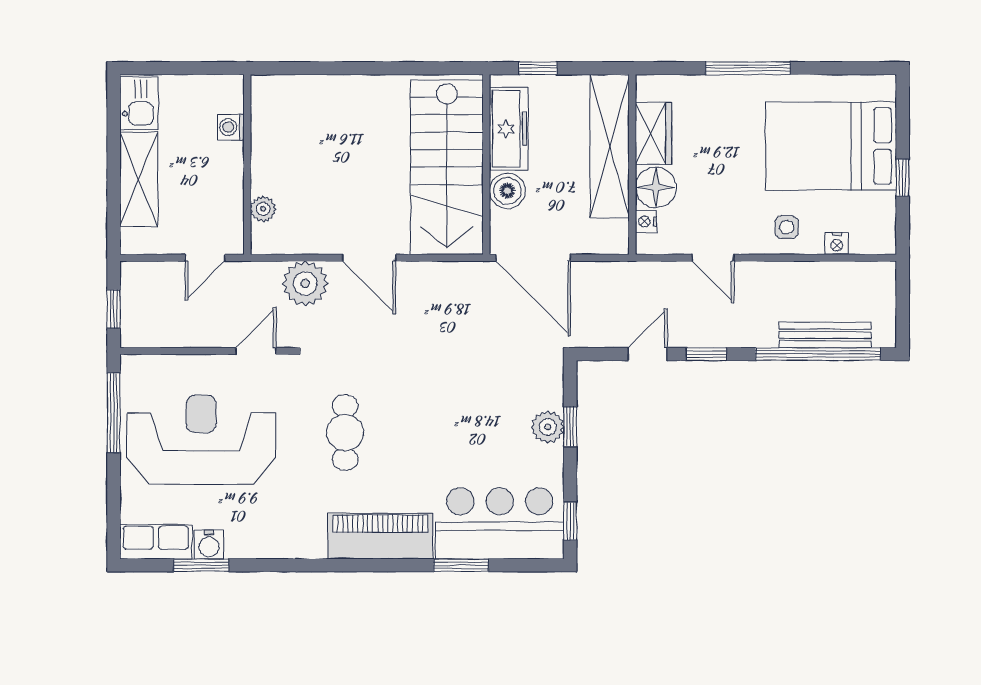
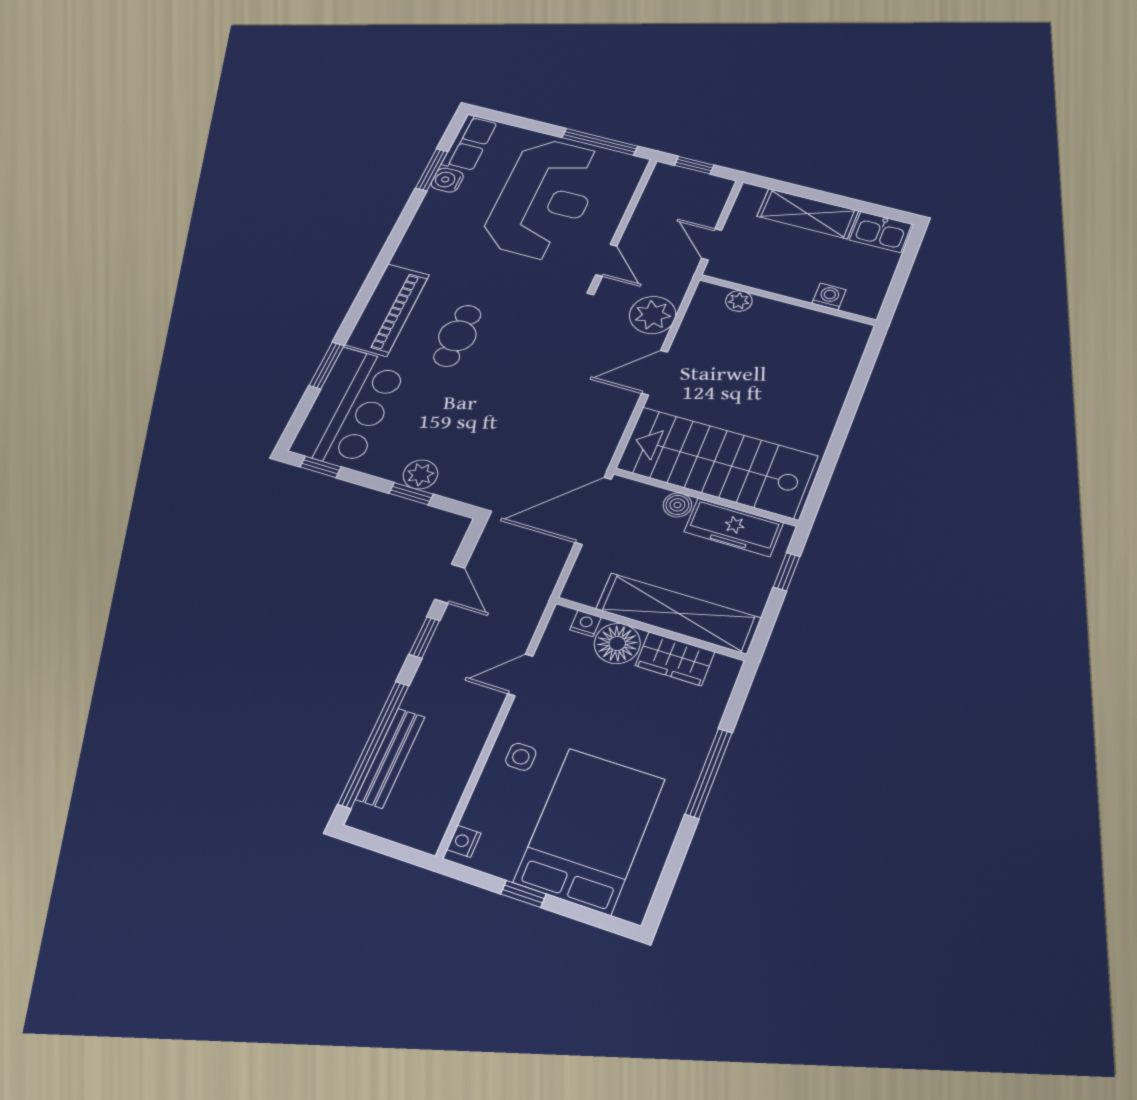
boiler: (507, 191) -> (677, 505), width x0.73, depth x0.73
nightstand: (837, 244) -> (464, 841), moved
cafe table: (345, 433) -> (457, 336), moved, turned 90

